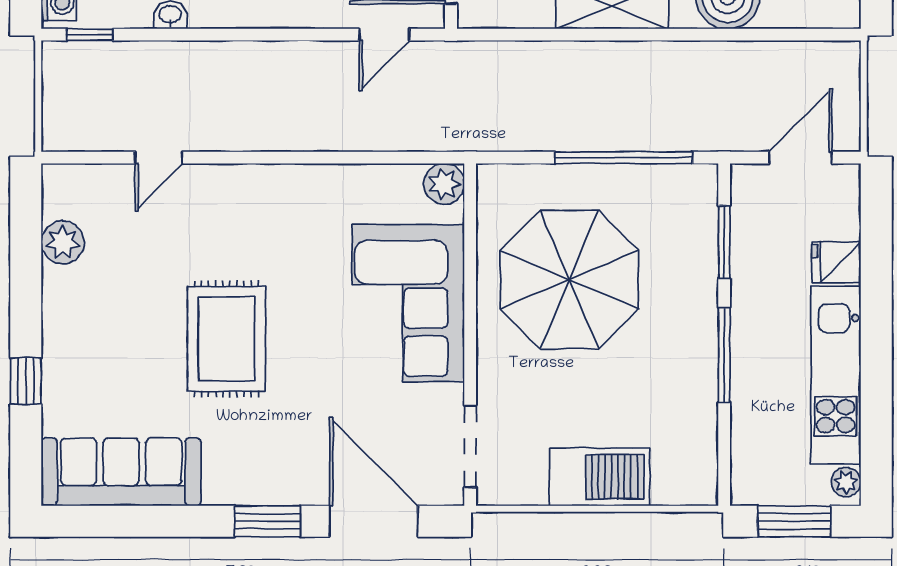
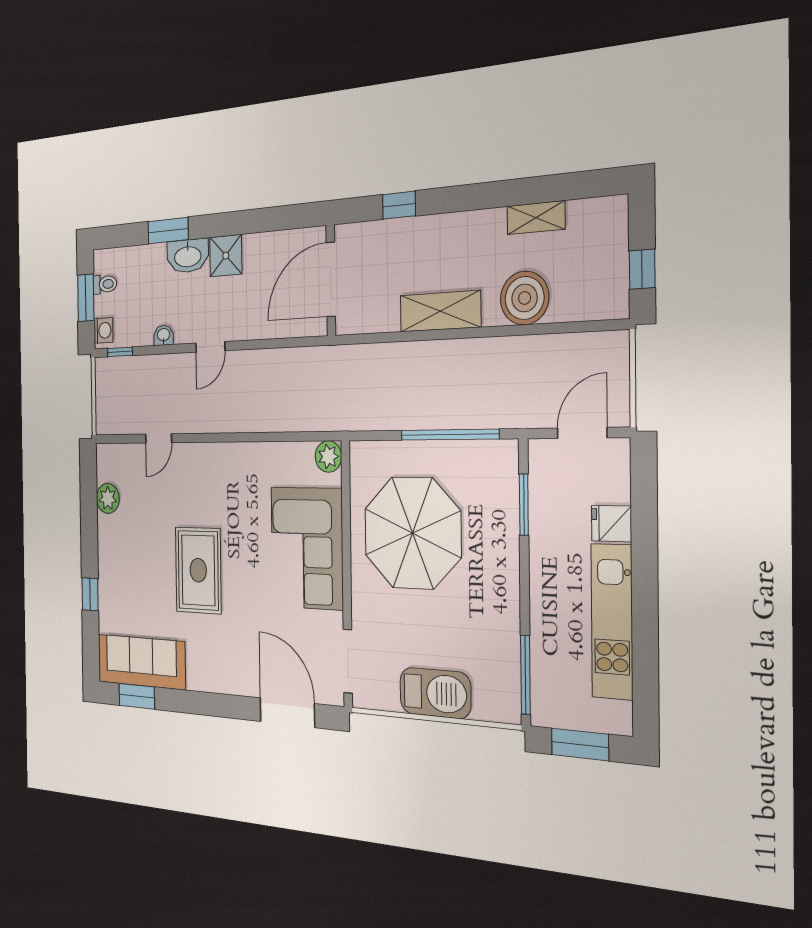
door: (384, 35) -> (210, 347), moved
window: (724, 355) -> (525, 675), moved
plant: (846, 482) -> (621, 715), removed
window: (267, 521) -> (137, 696), moved

